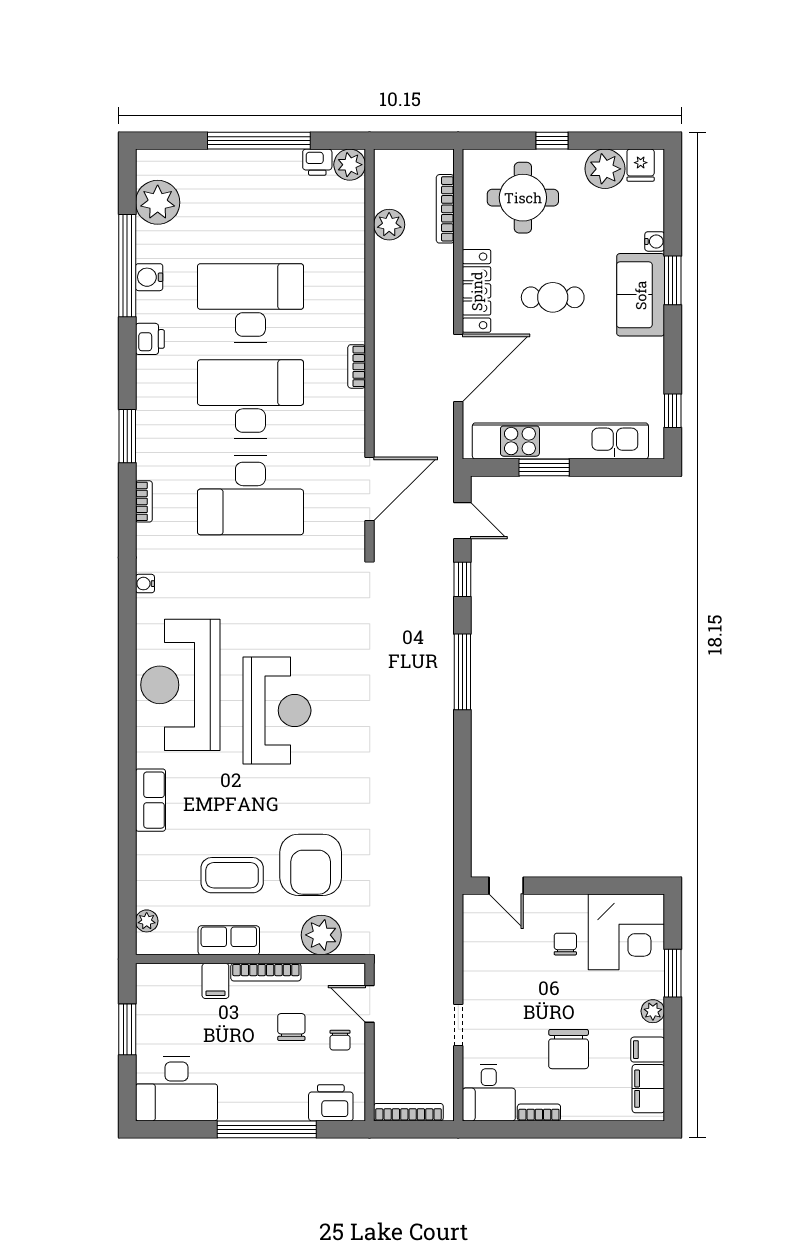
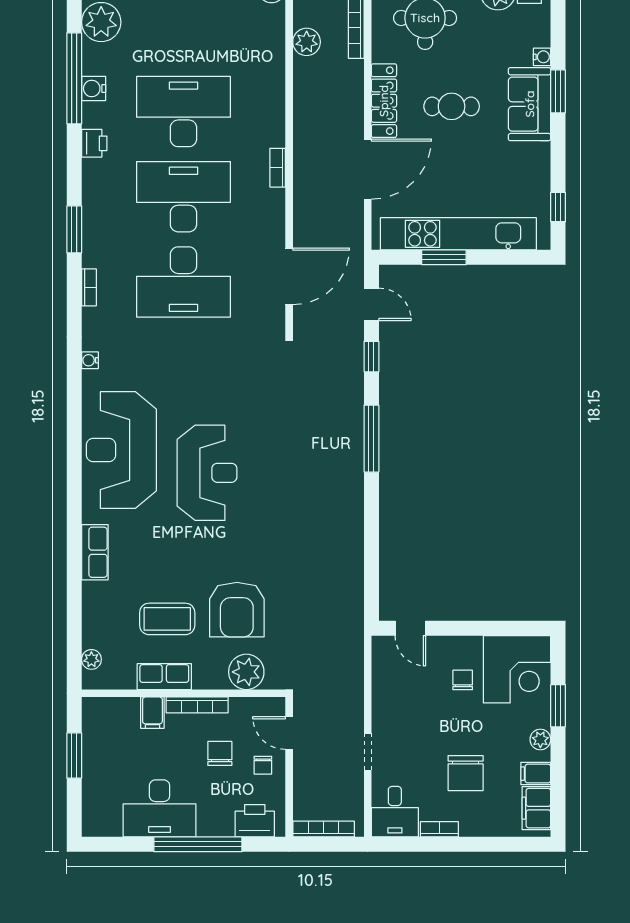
desk: (176, 1089) -> (160, 808), moved

